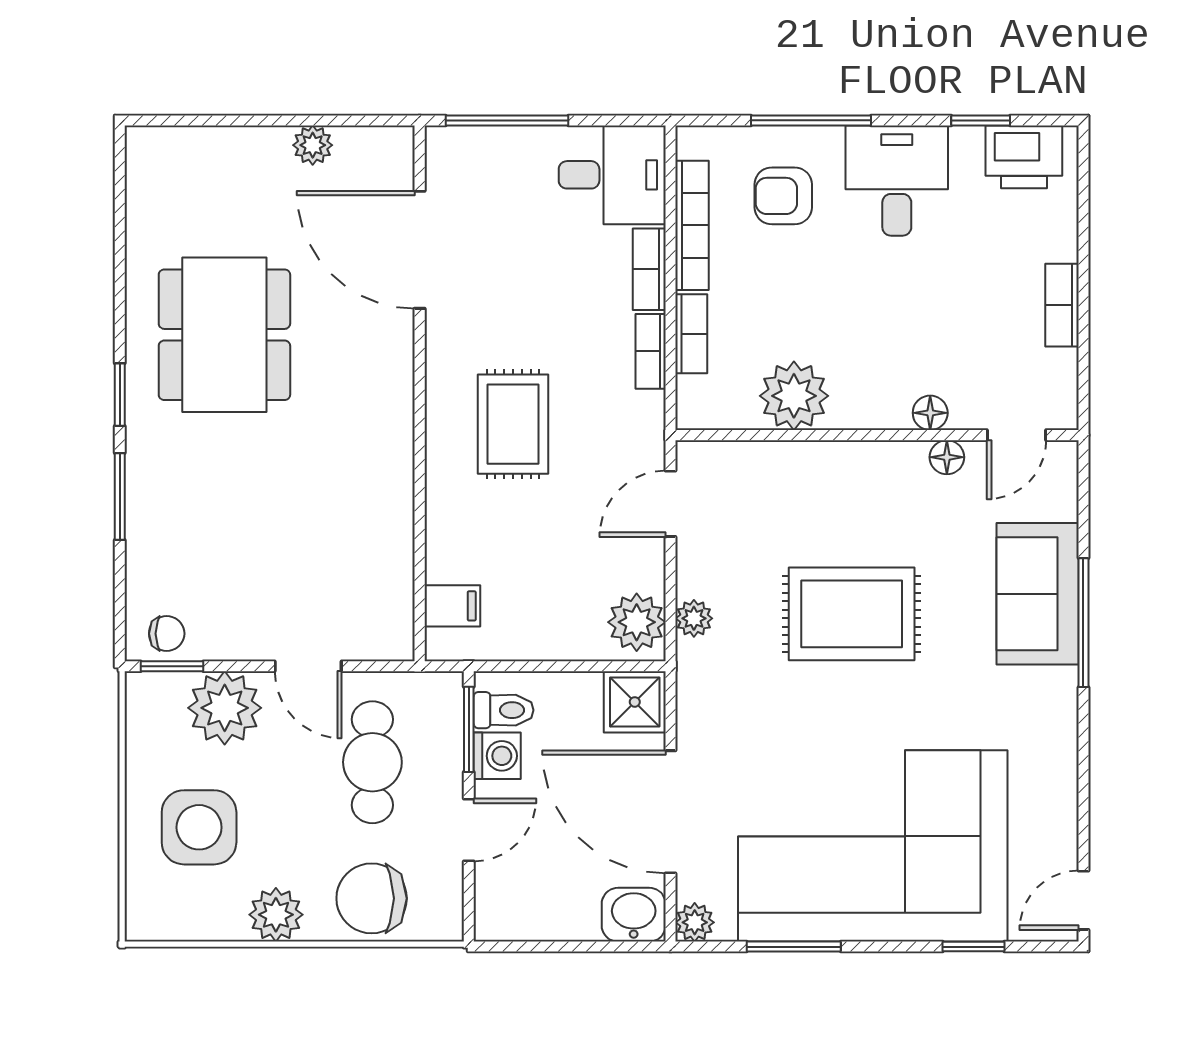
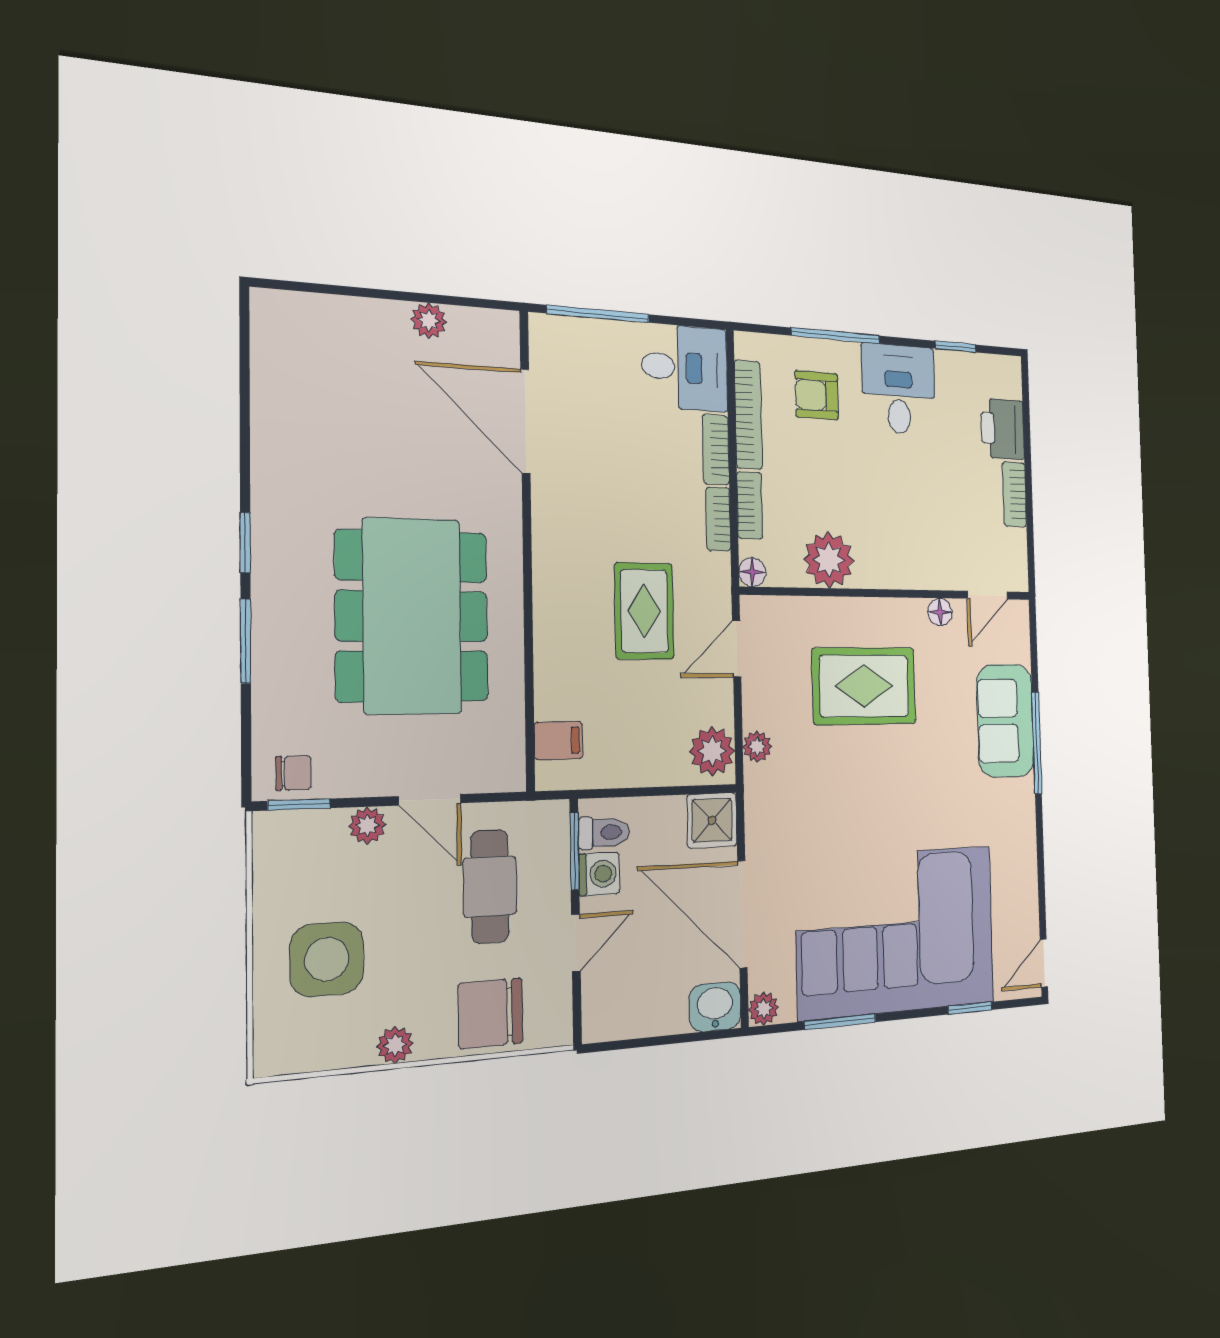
printer: (1024, 157) -> (1003, 429), moved, turned 90
dining table: (224, 335) -> (412, 616), moved, width x1.36, depth x1.24
floor lamp: (930, 413) -> (752, 572), moved
rug: (513, 424) -> (644, 611), moved
rug: (852, 614) -> (864, 686), moved
plant: (225, 708) -> (367, 825), width x0.53, depth x0.53
plant: (276, 915) -> (395, 1045), width x0.73, depth x0.73

